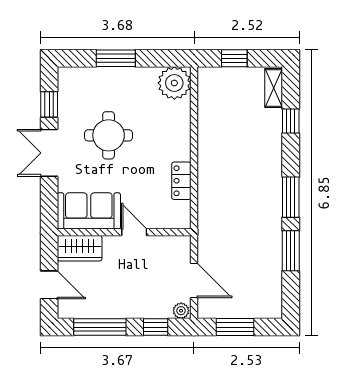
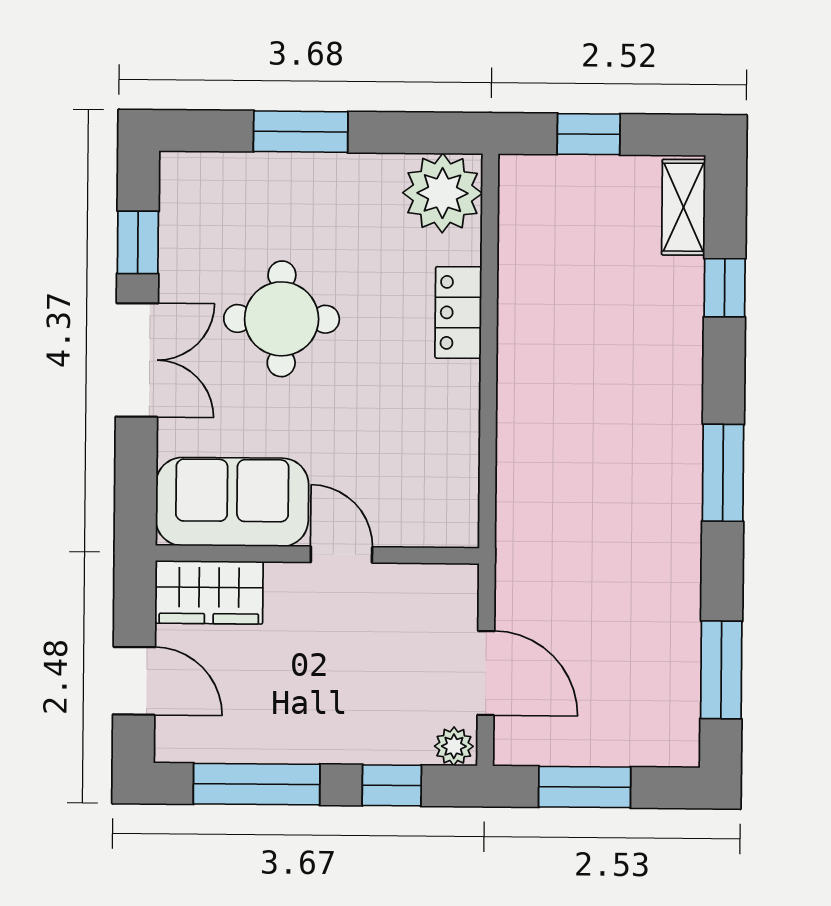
double door: (49, 153) -> (137, 360), swing flipped
locker: (181, 181) -> (458, 312), moved
window: (291, 251) -> (721, 670), moved

